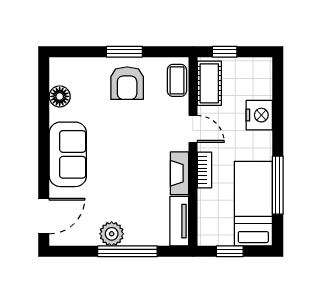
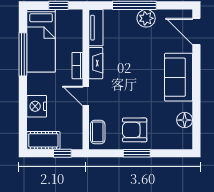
armchair: (127, 83) -> (135, 130), turned -90
cot: (209, 83) -> (43, 140), moved, turned 90
door: (44, 216) -> (196, 31), hinge flipped

